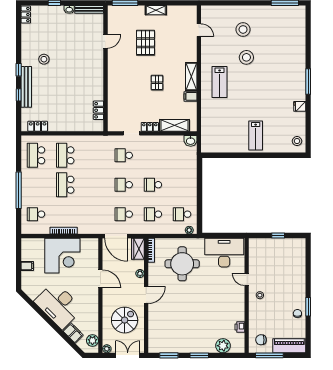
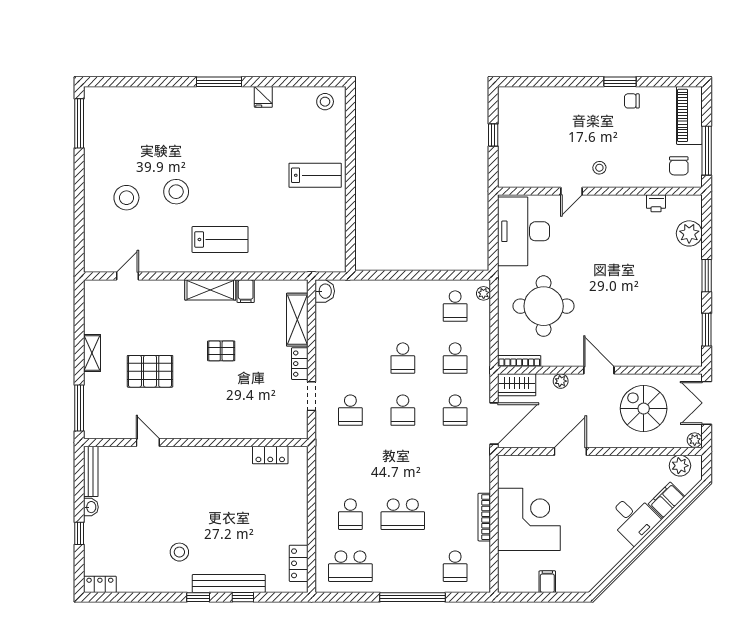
school desk: (65, 155) -> (350, 514), width x0.54
desk: (58, 305) -> (633, 519), width x0.53, depth x0.77

